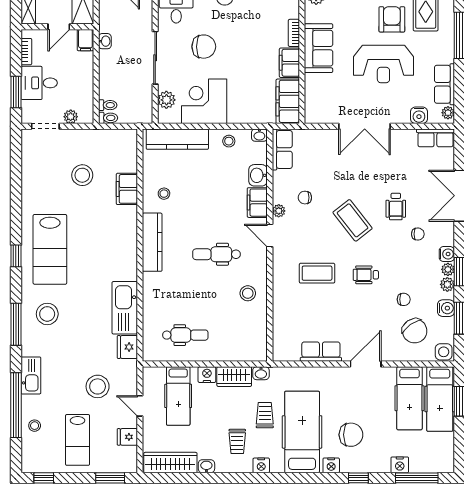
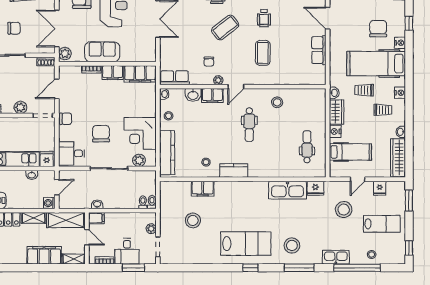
kitchen counter: (152, 242) -> (234, 171), width x0.67

